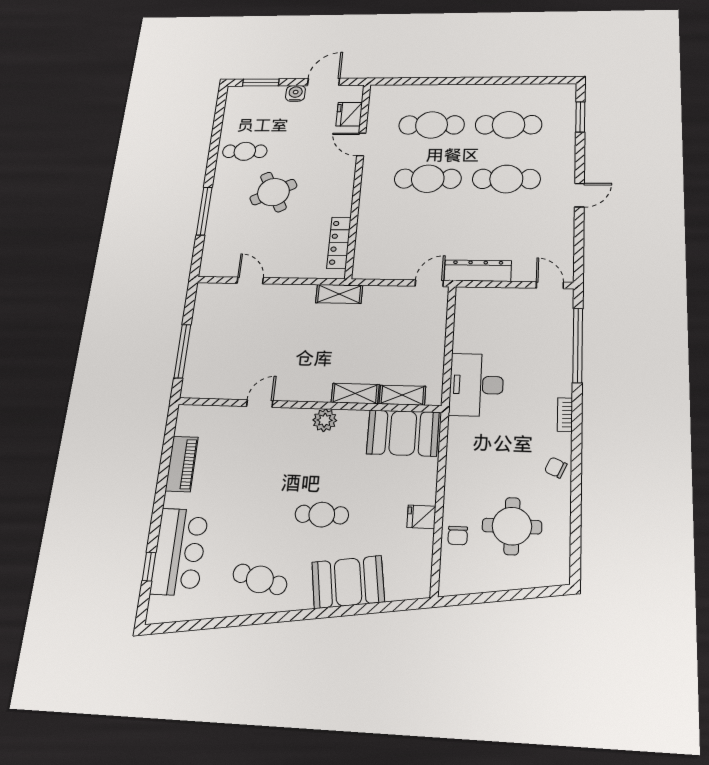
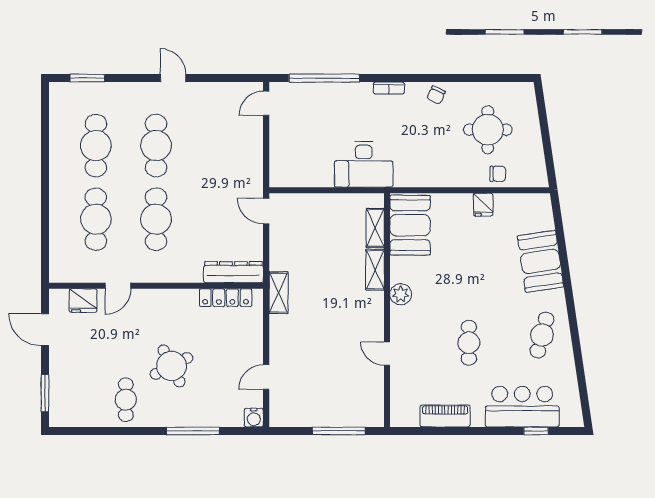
water cooler: (295, 93) -> (254, 418), moved, turned -90
dresser: (478, 271) -> (233, 272), moved, turned 90
cafe table: (322, 515) -> (469, 343), moved

